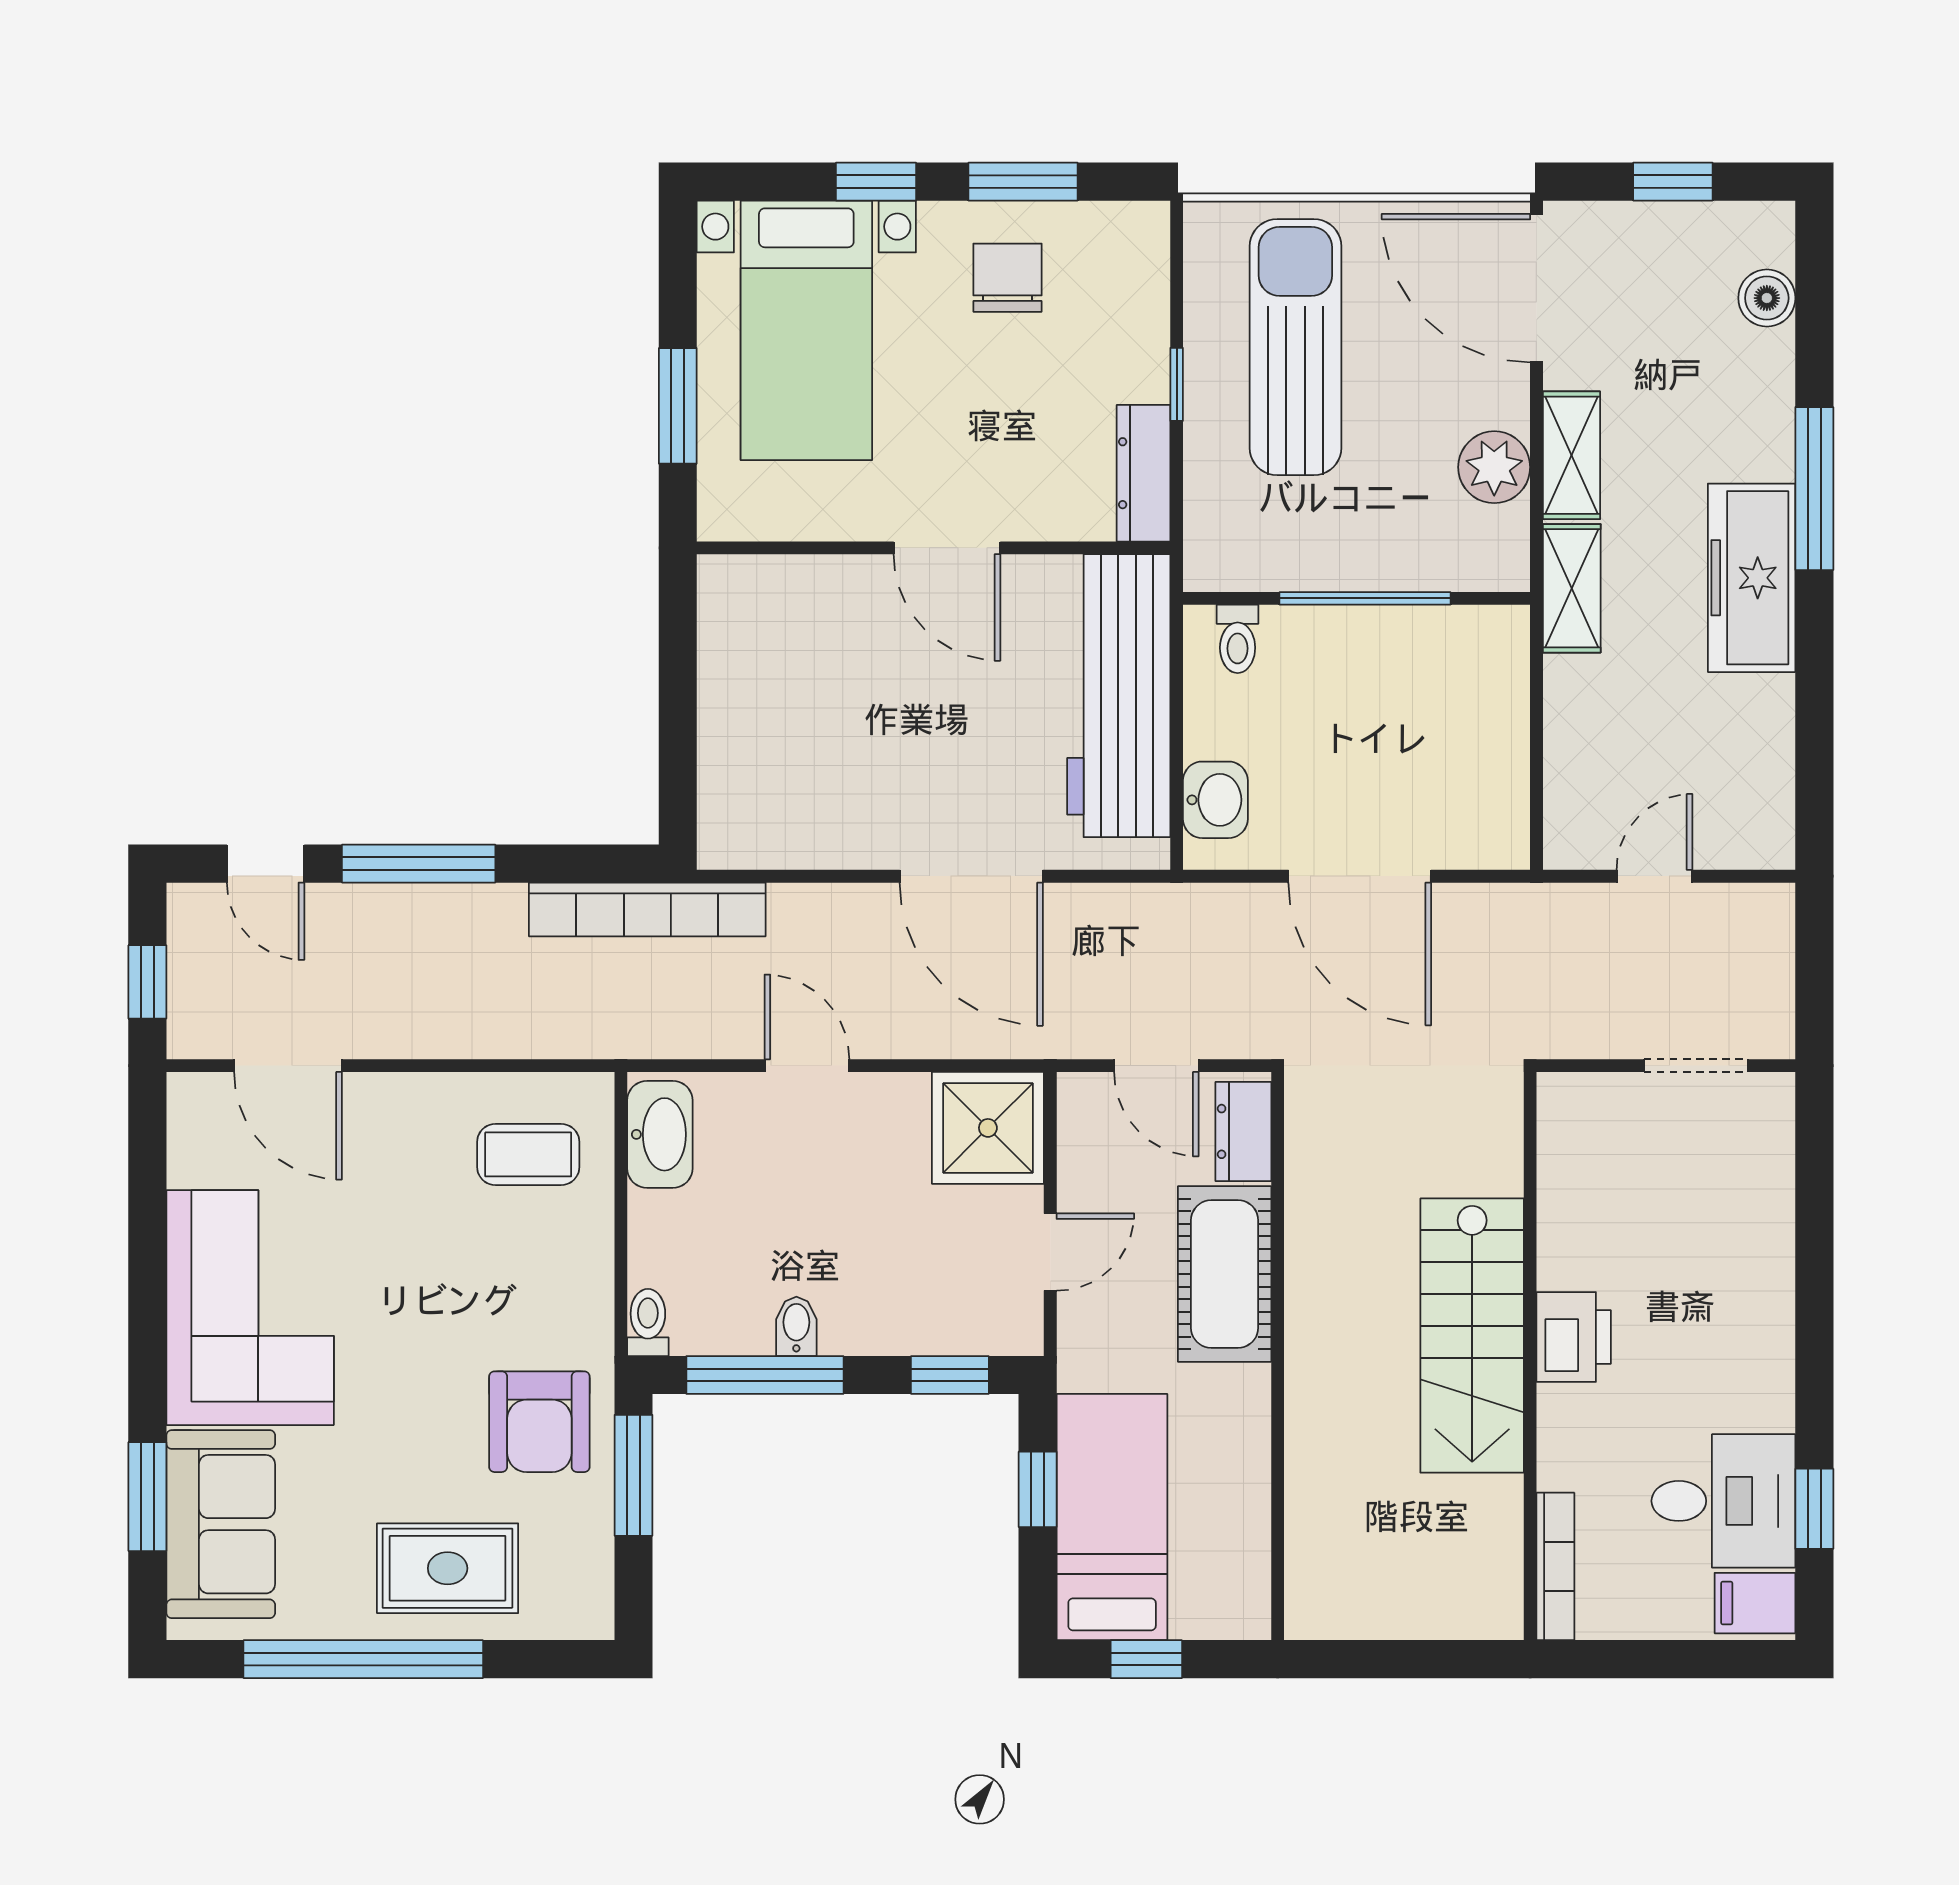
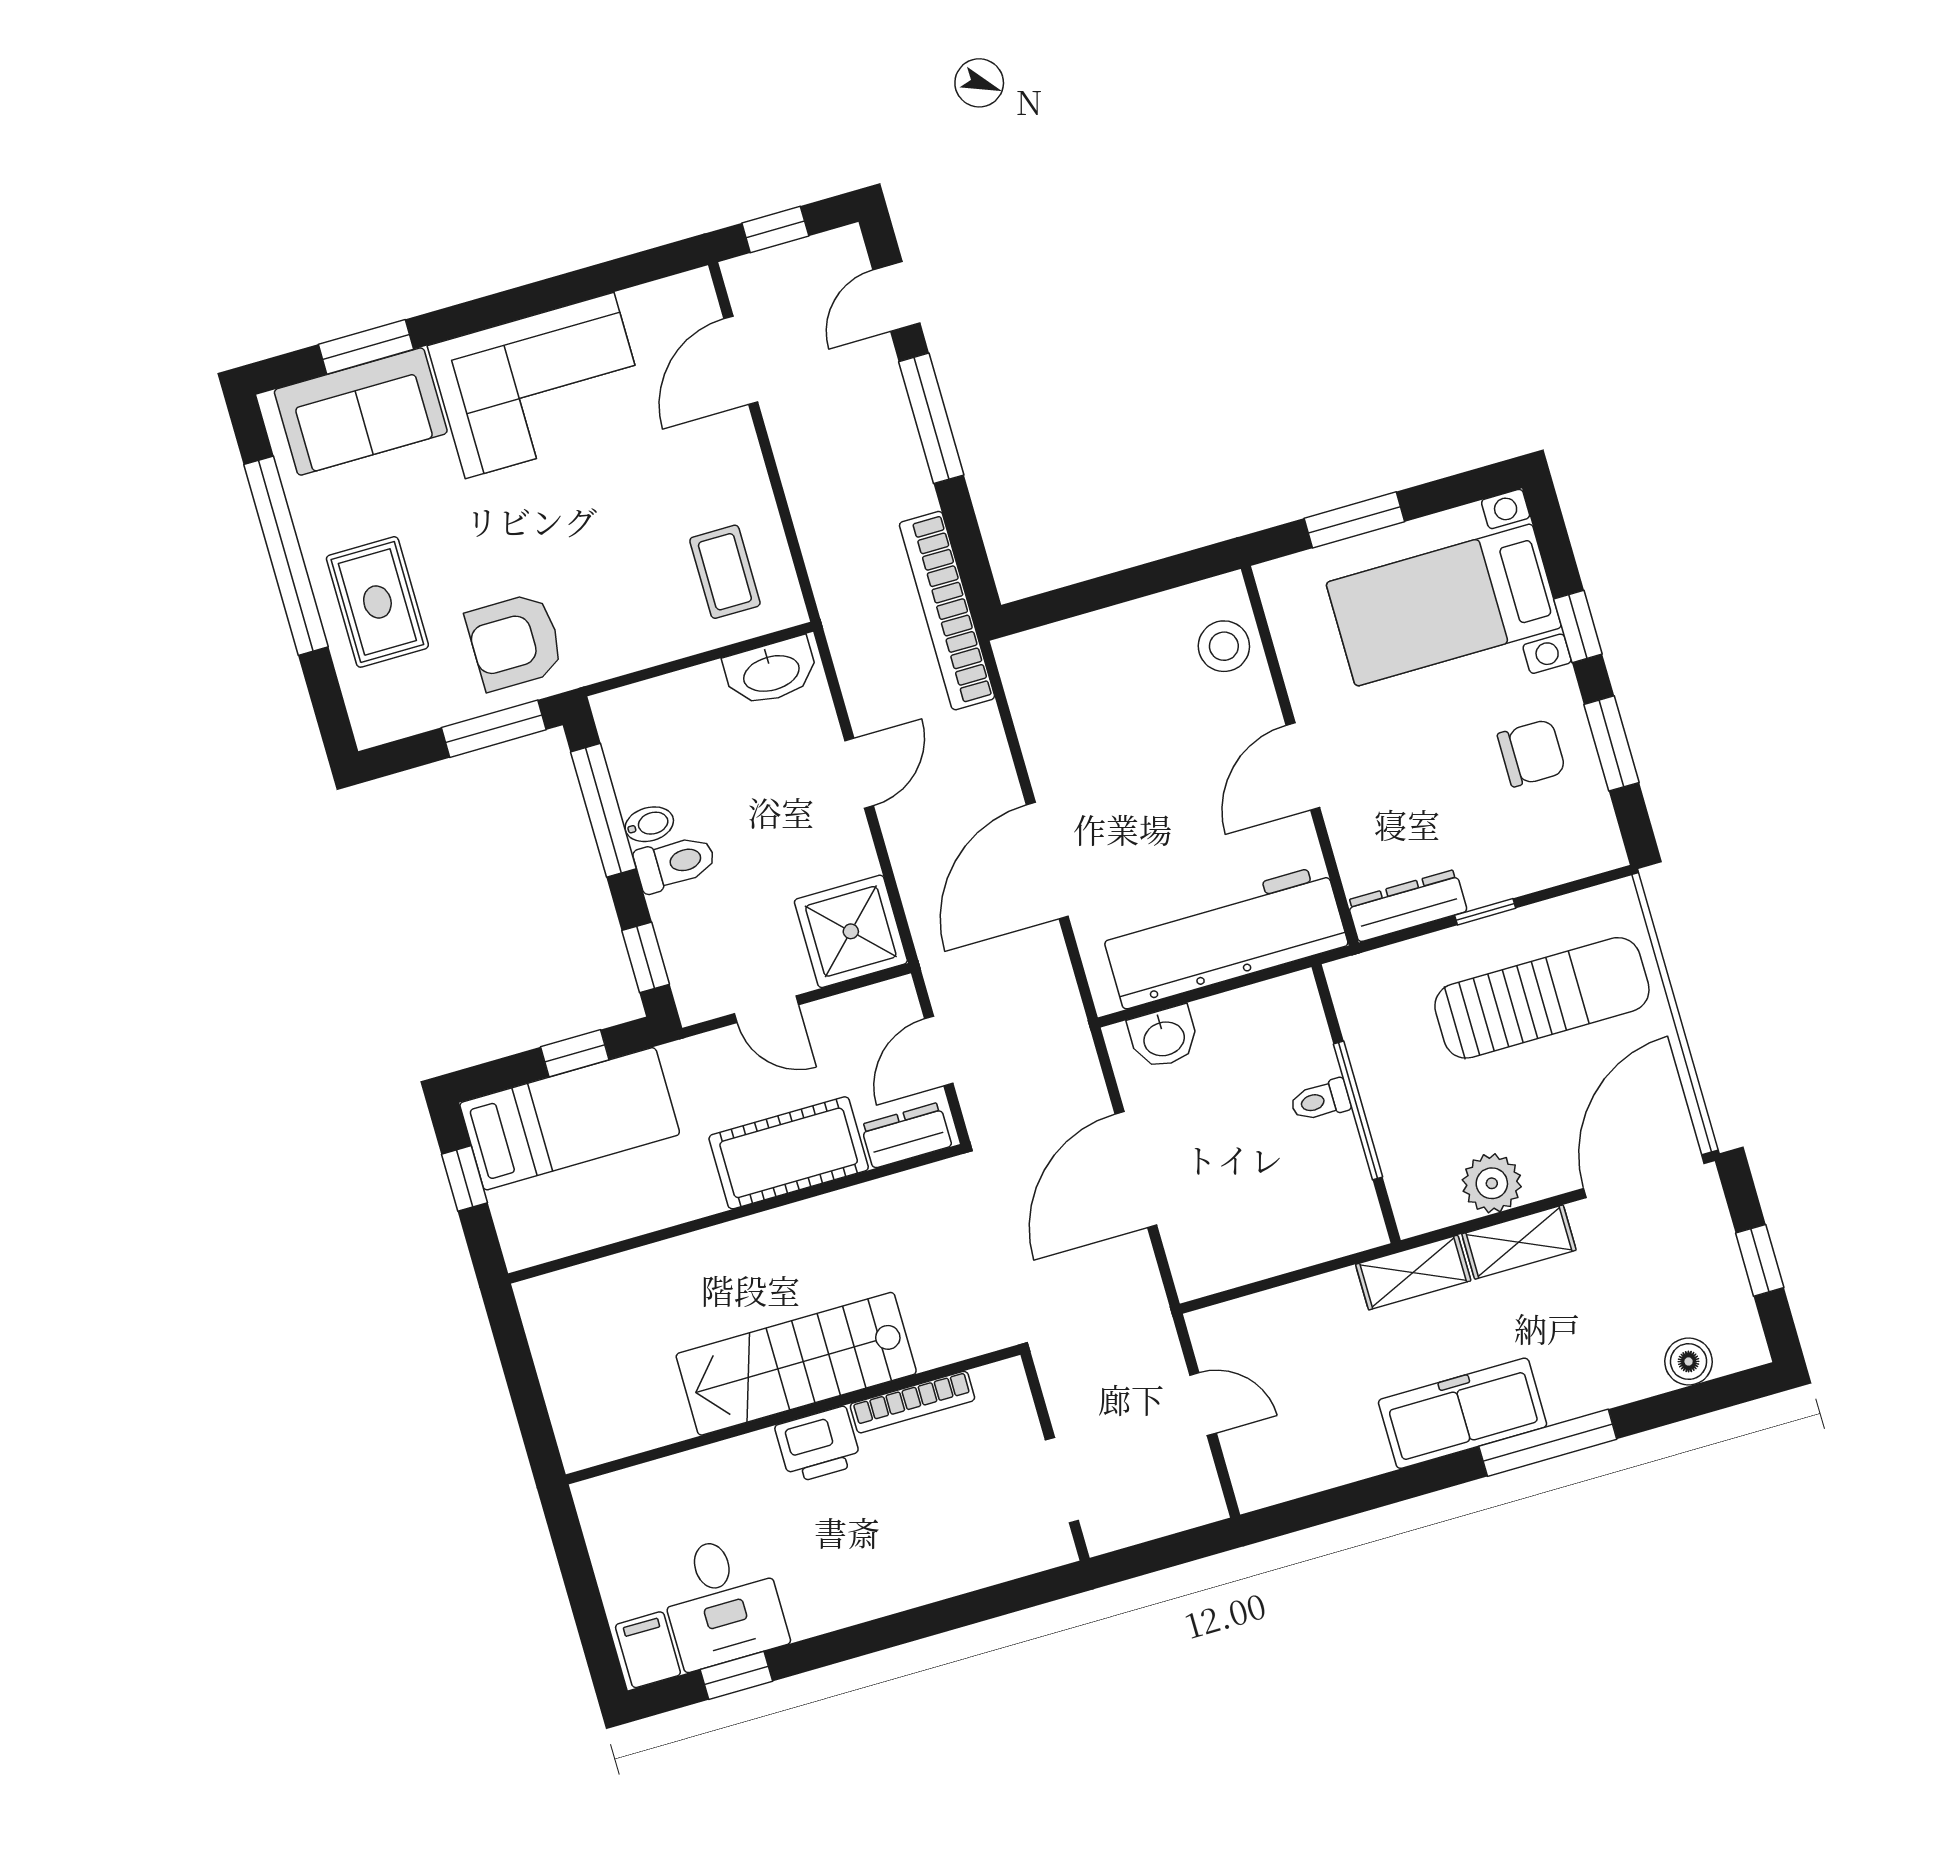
stool: (781, 600) -> (1224, 646), added
toilet: (1238, 639) -> (1320, 1100), moved
toilet: (648, 1322) -> (675, 863), moved, width x1.37, depth x1.39
bookcase: (1555, 1566) -> (912, 1402), moved

